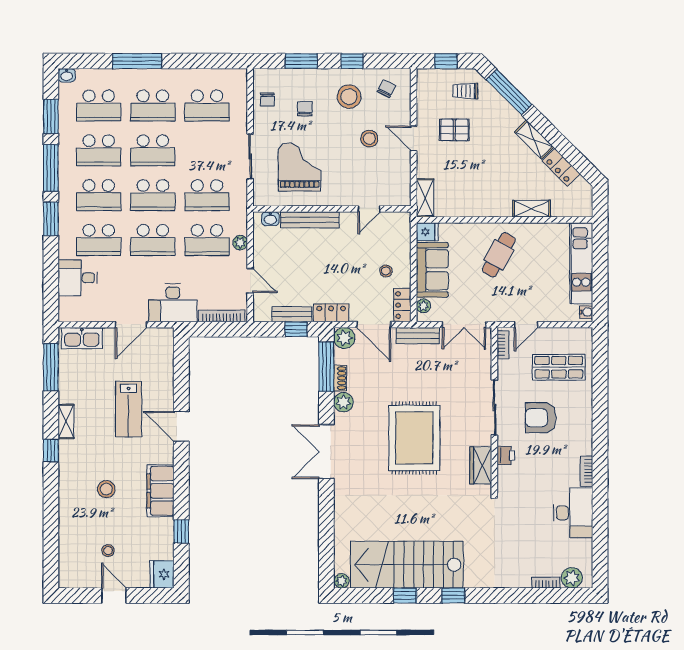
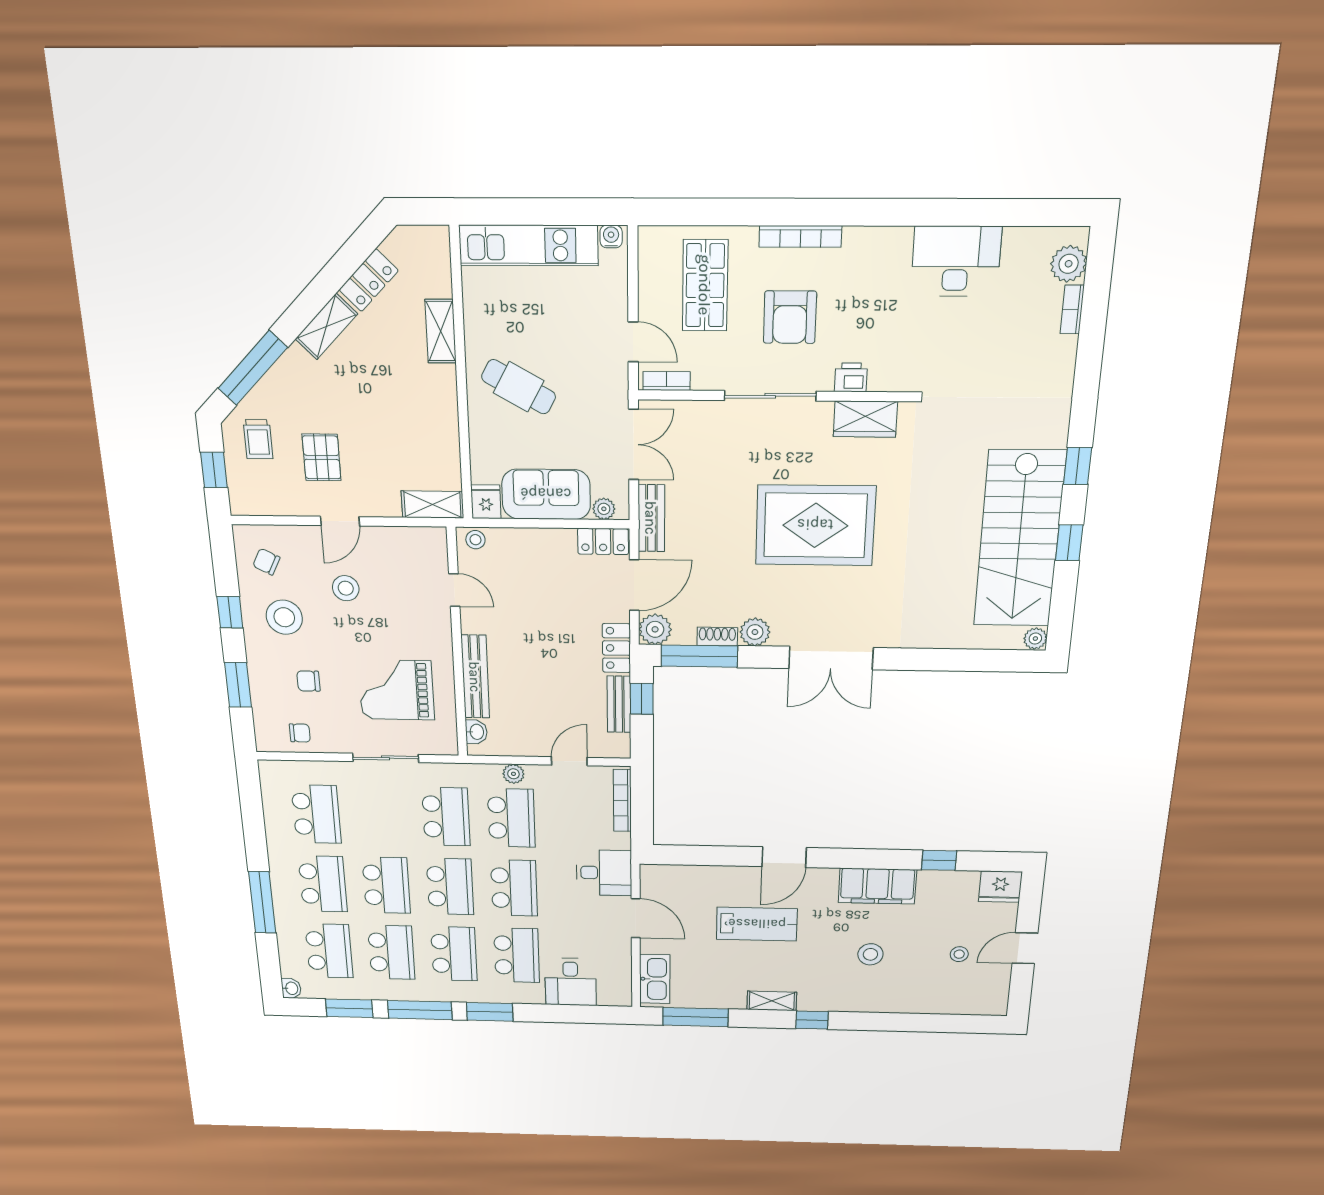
stool: (386, 271) -> (475, 540), moved
desk: (173, 303) -> (604, 873), width x0.73
bookcase: (587, 471) -> (800, 236), moved, width x1.56

